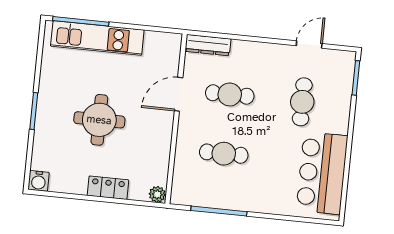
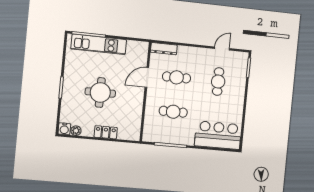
bar counter: (322, 173) -> (218, 135), moved, turned 90
plant: (157, 194) -> (76, 131), moved

